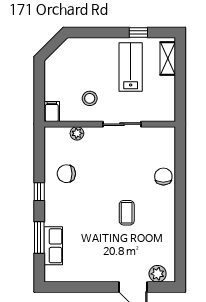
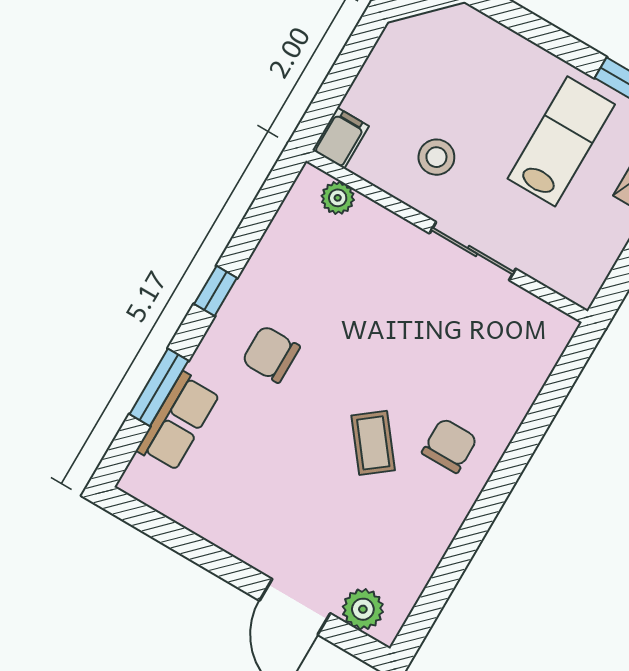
plant: (77, 133) -> (338, 198), moved
chair: (66, 174) -> (271, 354), moved
chair: (163, 177) -> (450, 446), moved
coffee table: (127, 213) -> (373, 443), turned -38

